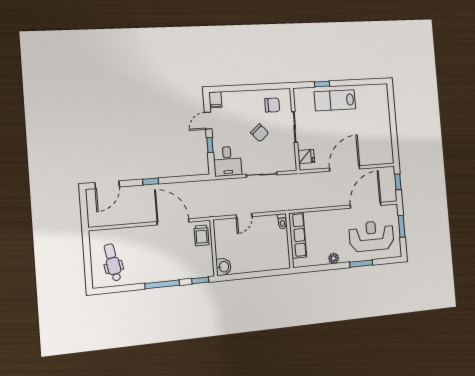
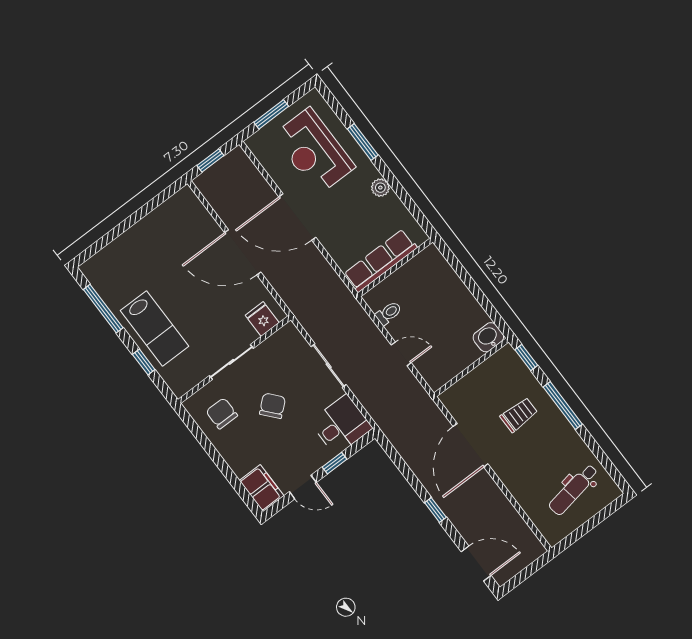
window: (360, 82) -> (103, 309), added
filing cabinet: (215, 100) -> (262, 488), width x2.00
door: (366, 205) -> (297, 217), moved
toilet: (282, 221) -> (389, 313), moved
trolley: (201, 235) -> (519, 415), moved

